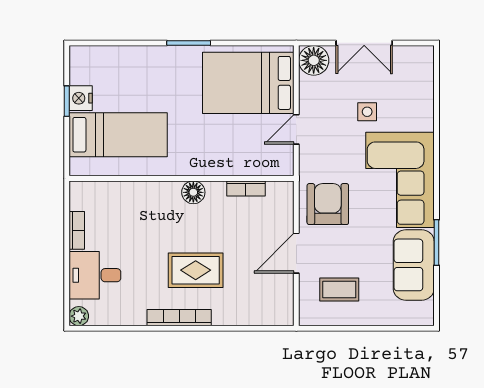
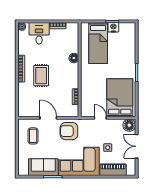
piano: (420, 99) -> (113, 170), added
floor lamp: (193, 192) -> (74, 58), moved
armchair: (328, 204) -> (69, 131), turned 180

